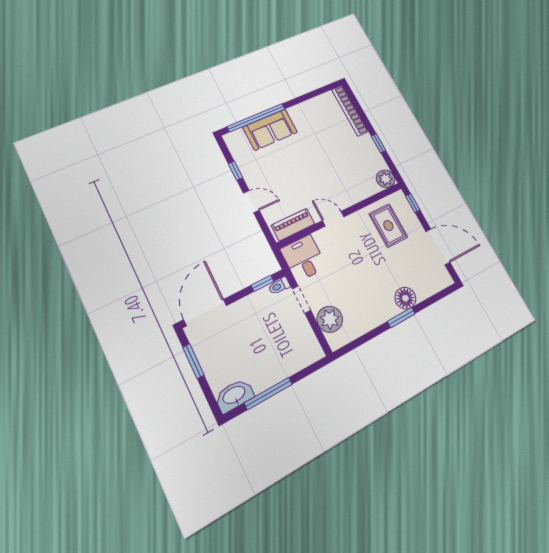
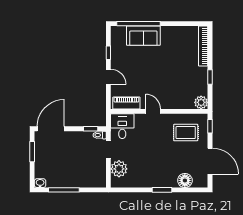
rug: (388, 226) -> (186, 133), turned 90
floor lamp: (405, 298) -> (185, 180), moved
washbasin: (234, 395) -> (40, 183), width x0.52, depth x0.69

